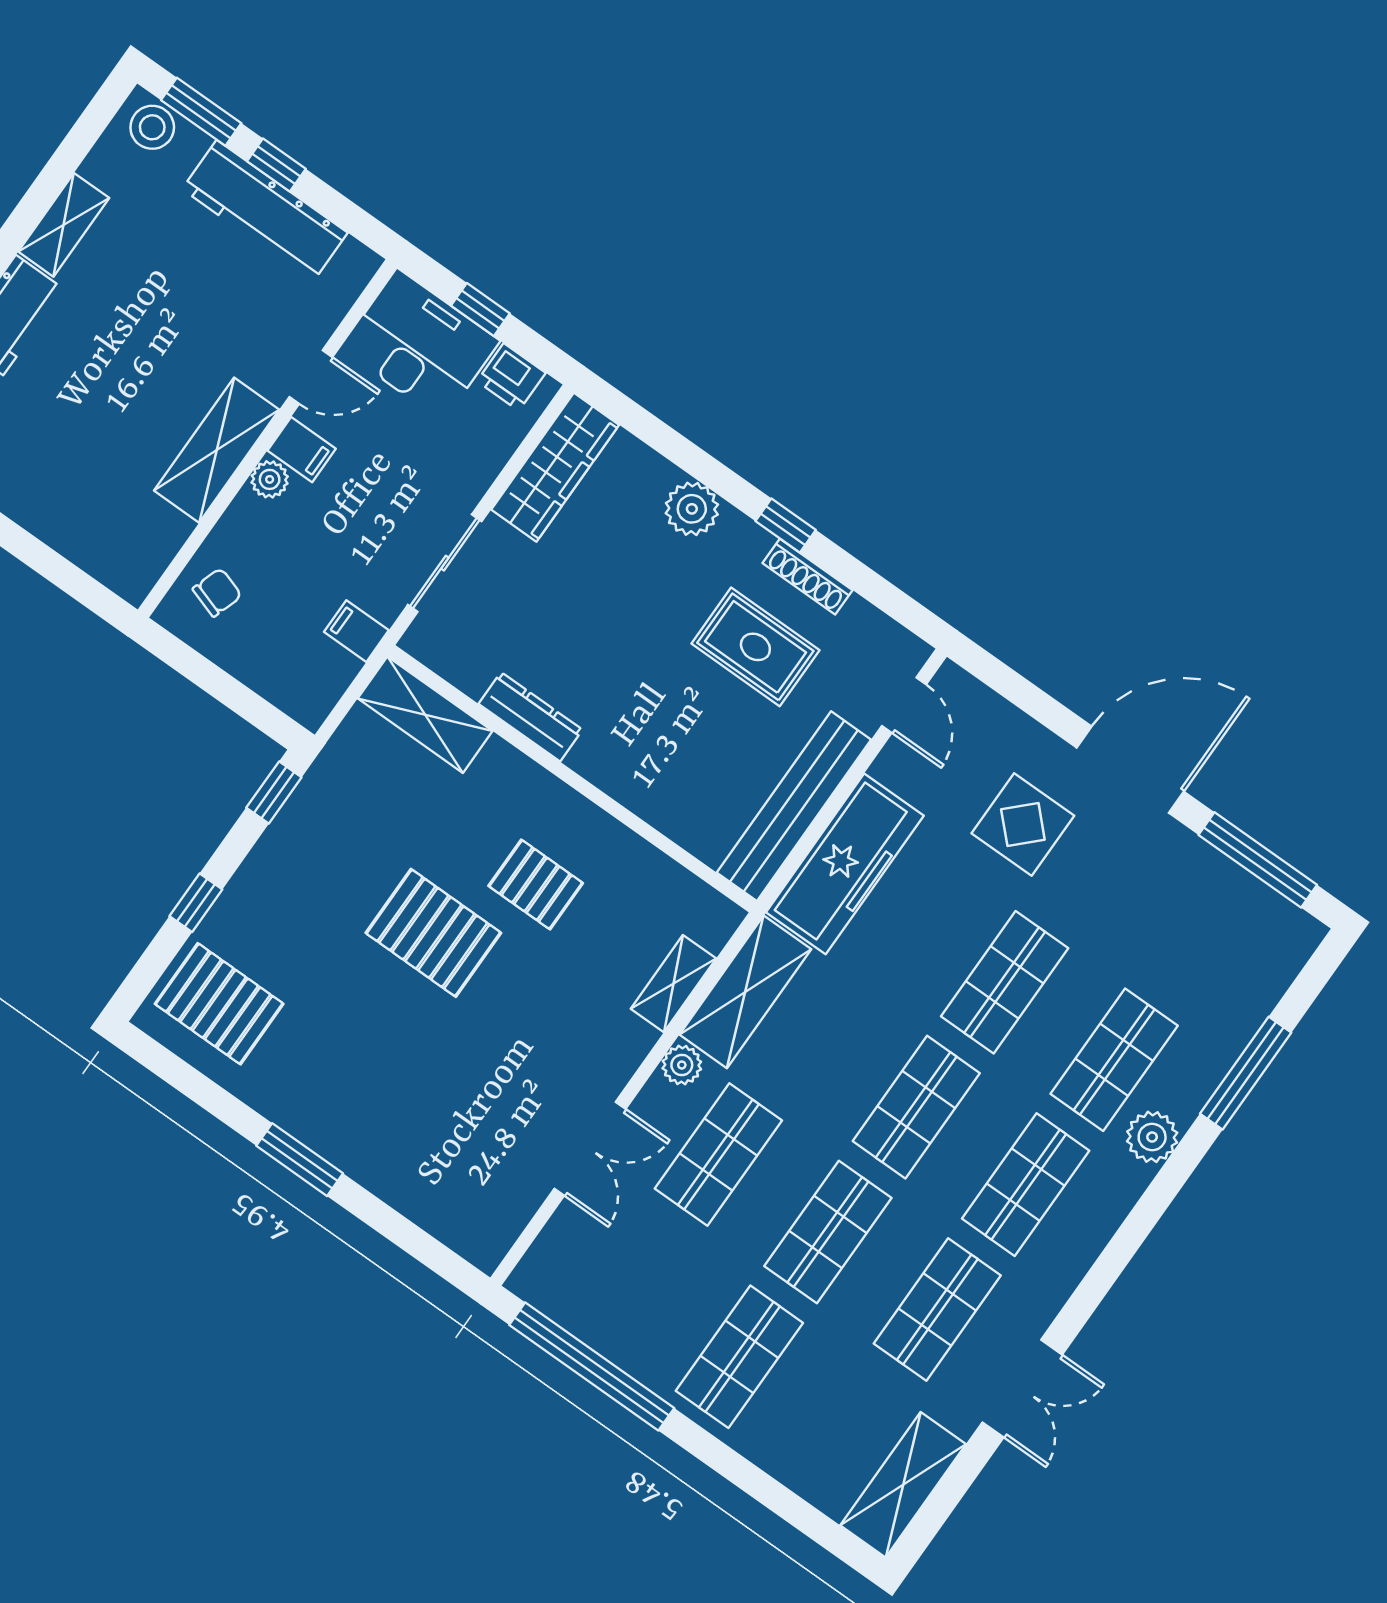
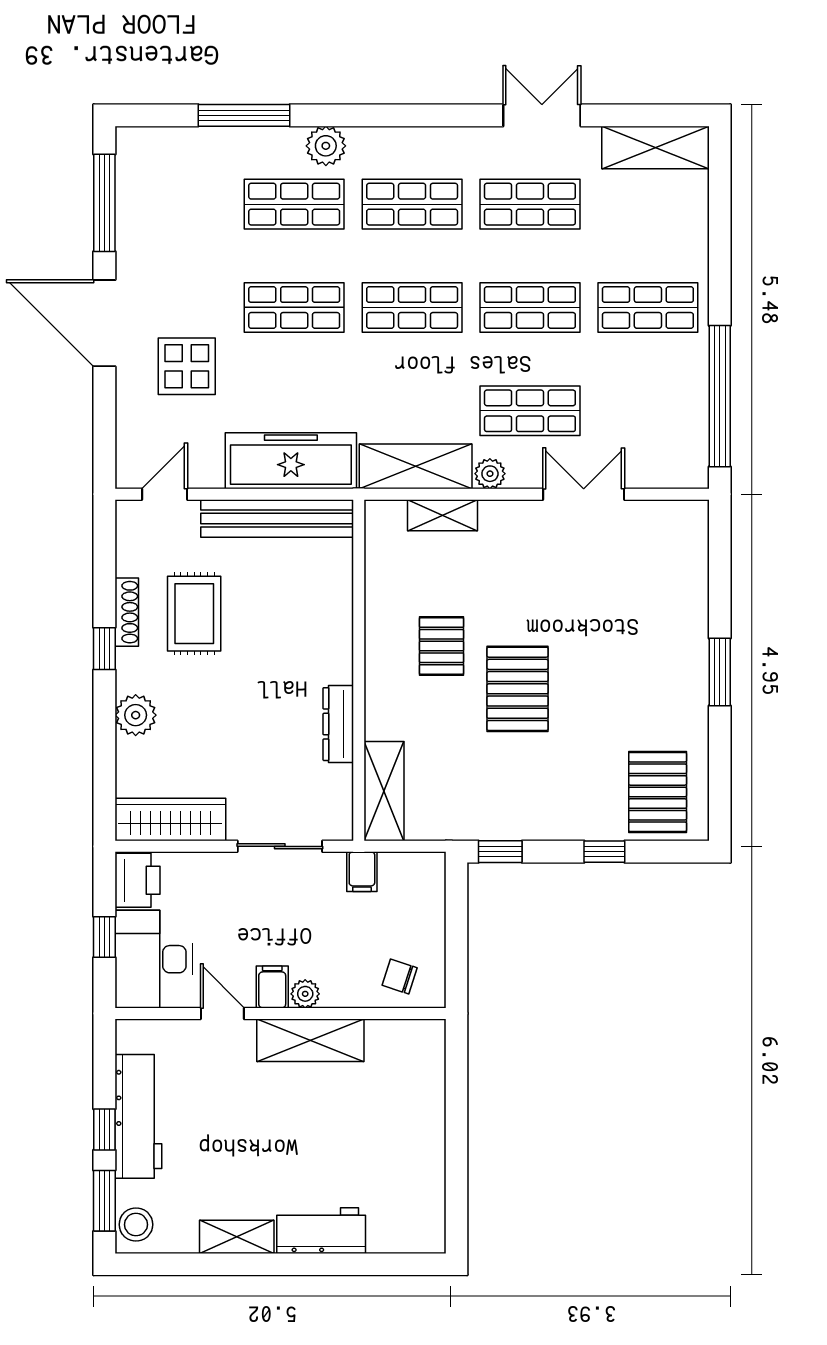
printer: (511, 377) -> (137, 880), width x1.36, depth x1.24

